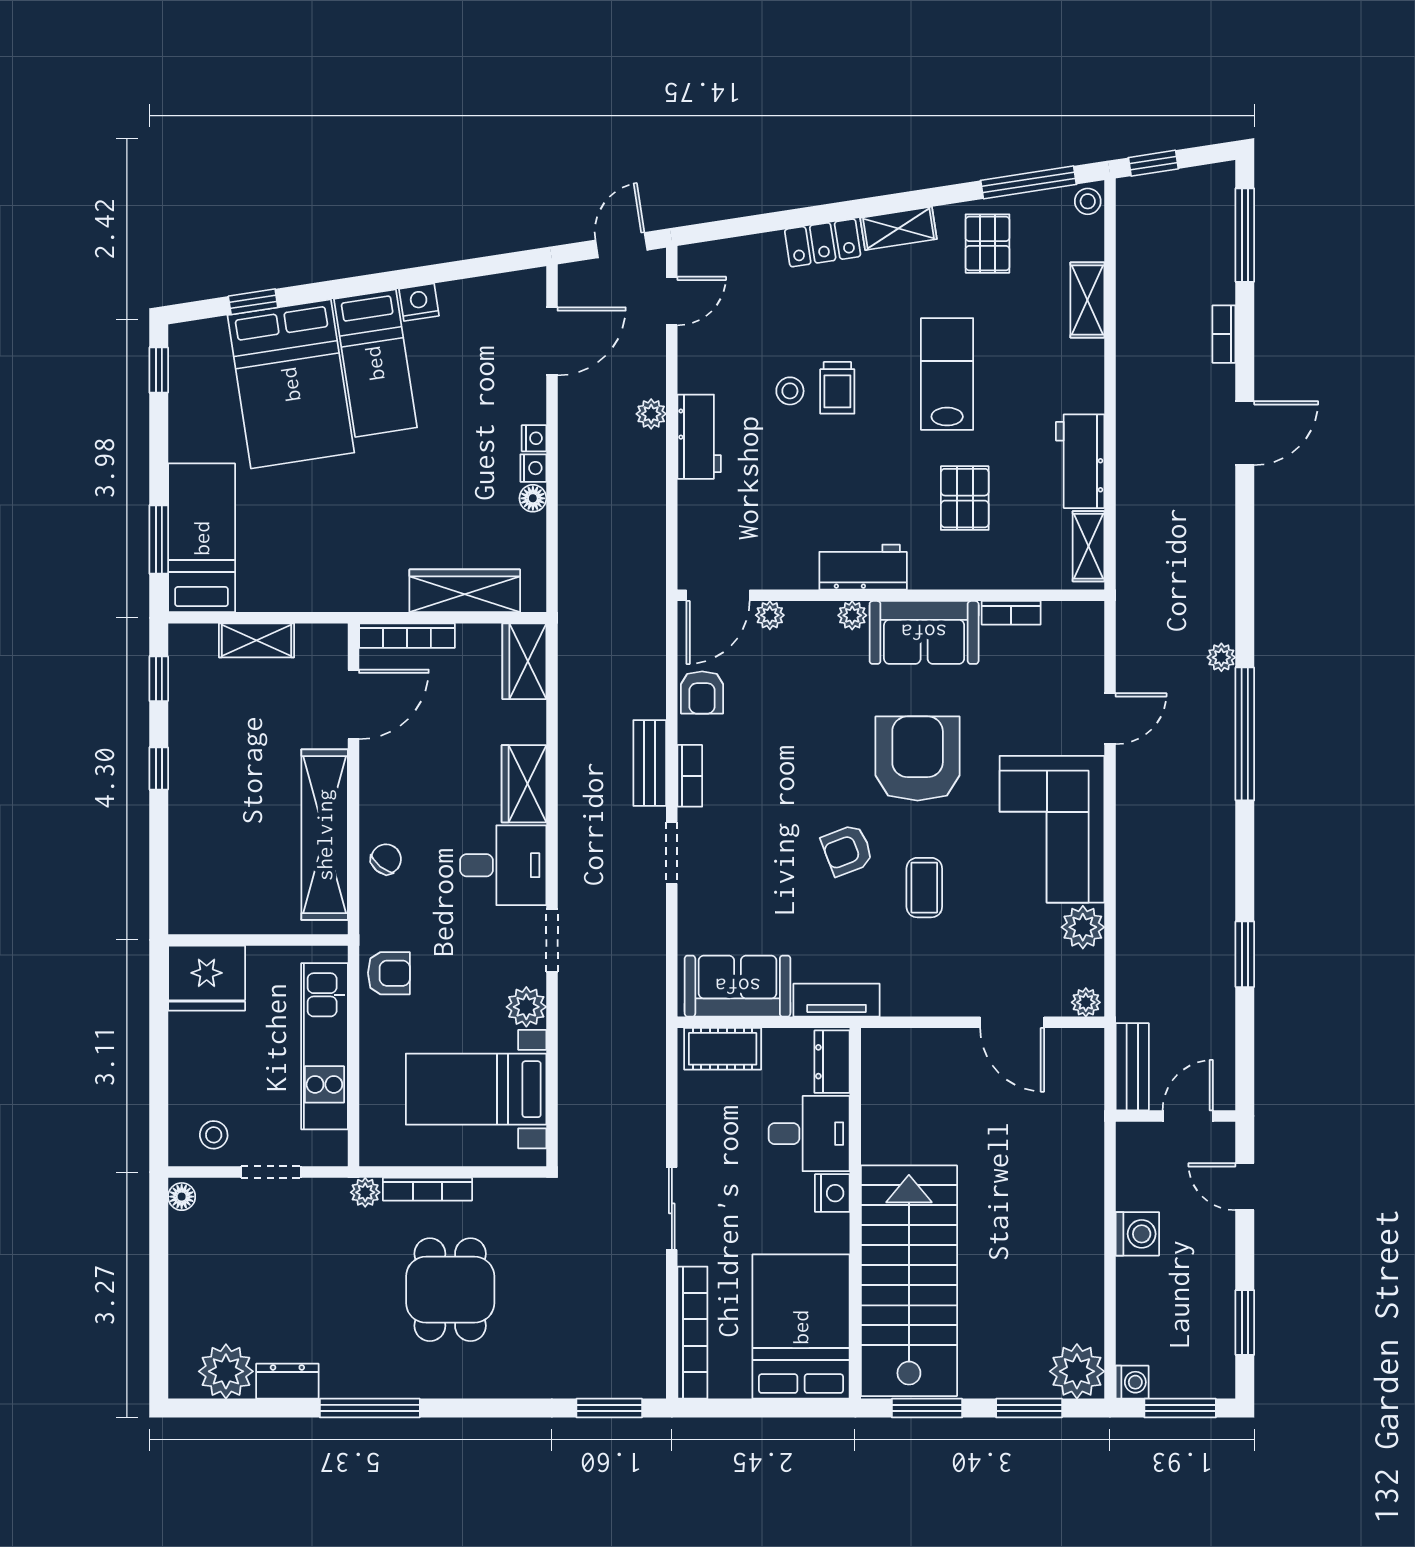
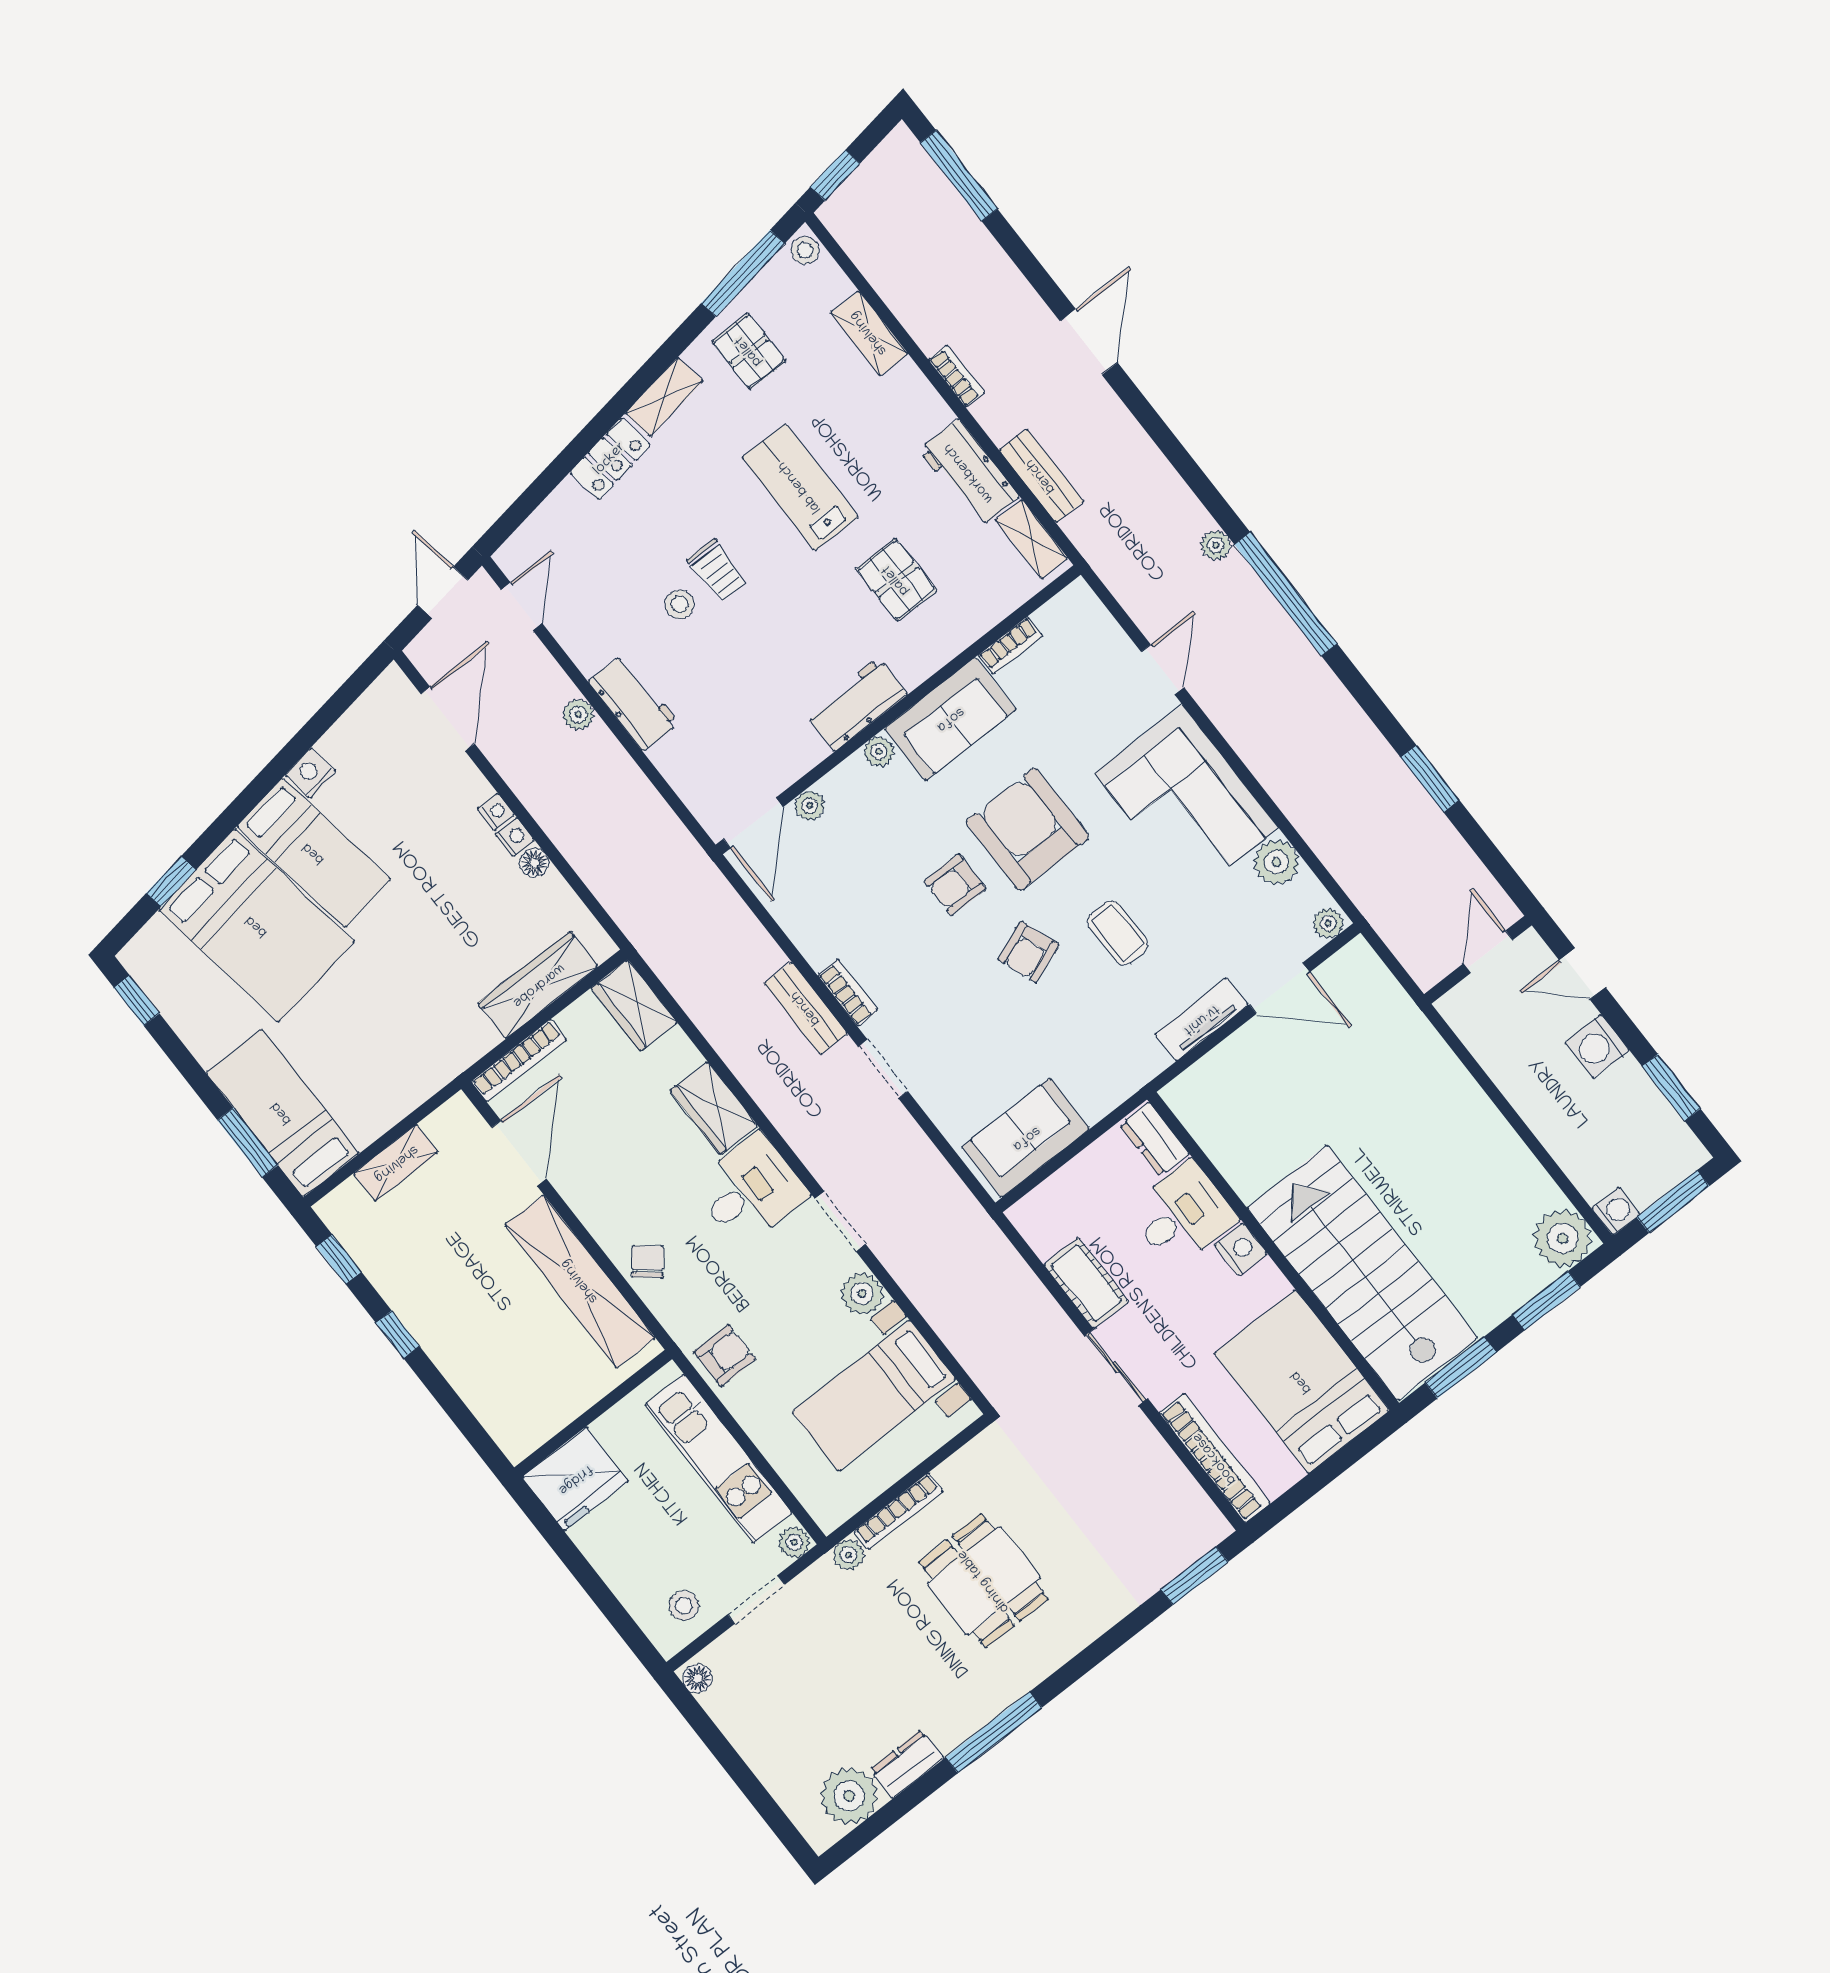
bookcase: (1224, 334) -> (956, 376), moved, turned 180
armchair: (702, 692) -> (955, 885), moved, turned 90
tv unit: (837, 1000) -> (1201, 1019), moved
cot: (723, 1049) -> (1086, 1283), moved, turned 90
bench: (1132, 1067) -> (1041, 476), moved
plant: (332, 1152) -> (794, 1542), added
washing machine: (1137, 1234) -> (1597, 1046), moved, turned 180

